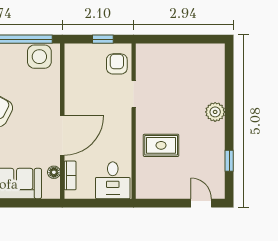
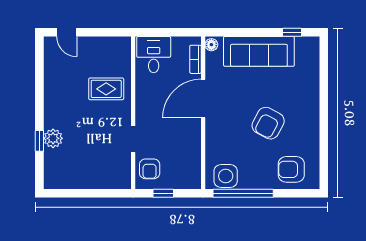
plant: (215, 112) -> (53, 138), moved
window: (229, 161) -> (39, 141), moved
floor lamp: (54, 172) -> (211, 45), moved

